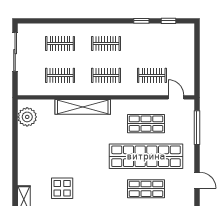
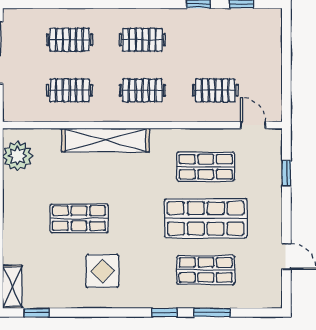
window: (197, 128) -> (286, 173), width x0.46
shop shelf: (66, 156) -> (79, 218), added
shop shelf: (146, 156) -> (206, 218), width x0.71
display table: (62, 188) -> (102, 271), moved

